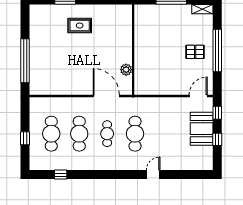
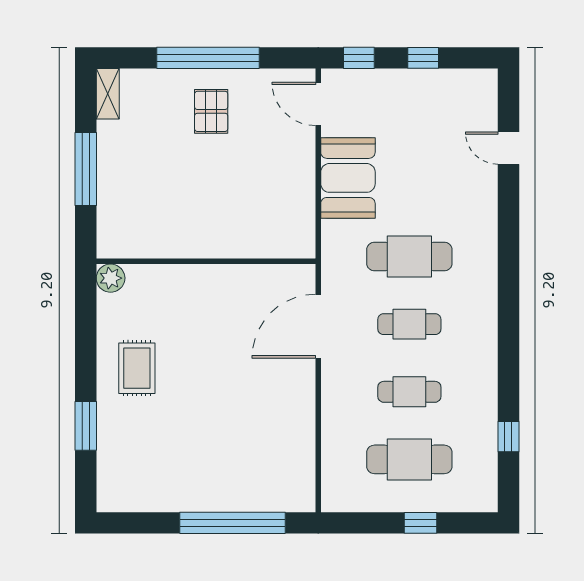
rug: (80, 26) -> (137, 368), moved
plant: (126, 70) -> (111, 278), moved
booth: (202, 129) -> (348, 178), moved, turned 90
cafe table: (79, 134) -> (409, 392), width x0.73, depth x0.74
door: (153, 175) -> (508, 148), moved

